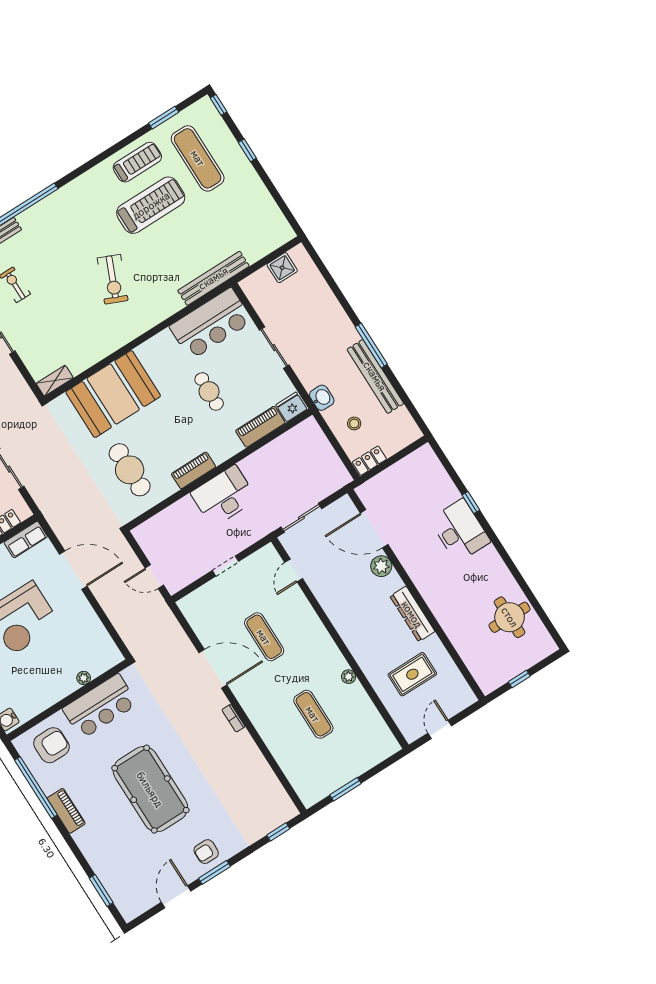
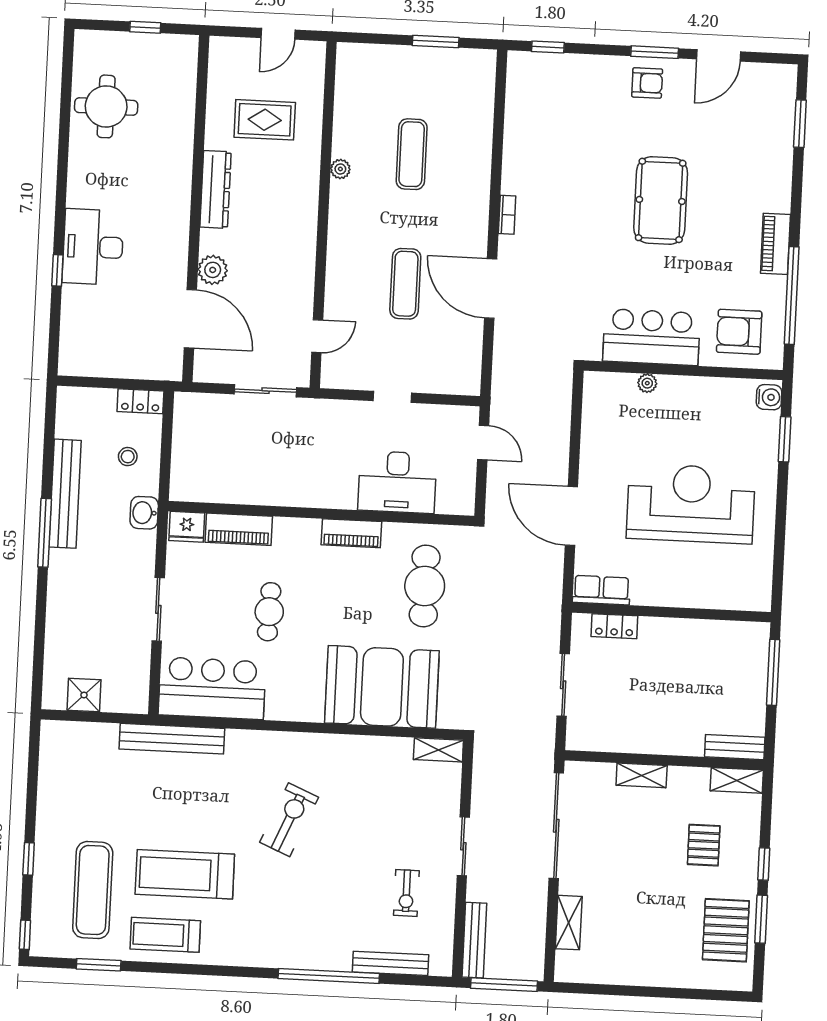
desk: (224, 496) -> (397, 482), moved
pool table: (150, 789) -> (661, 200), width x0.73, depth x0.76

